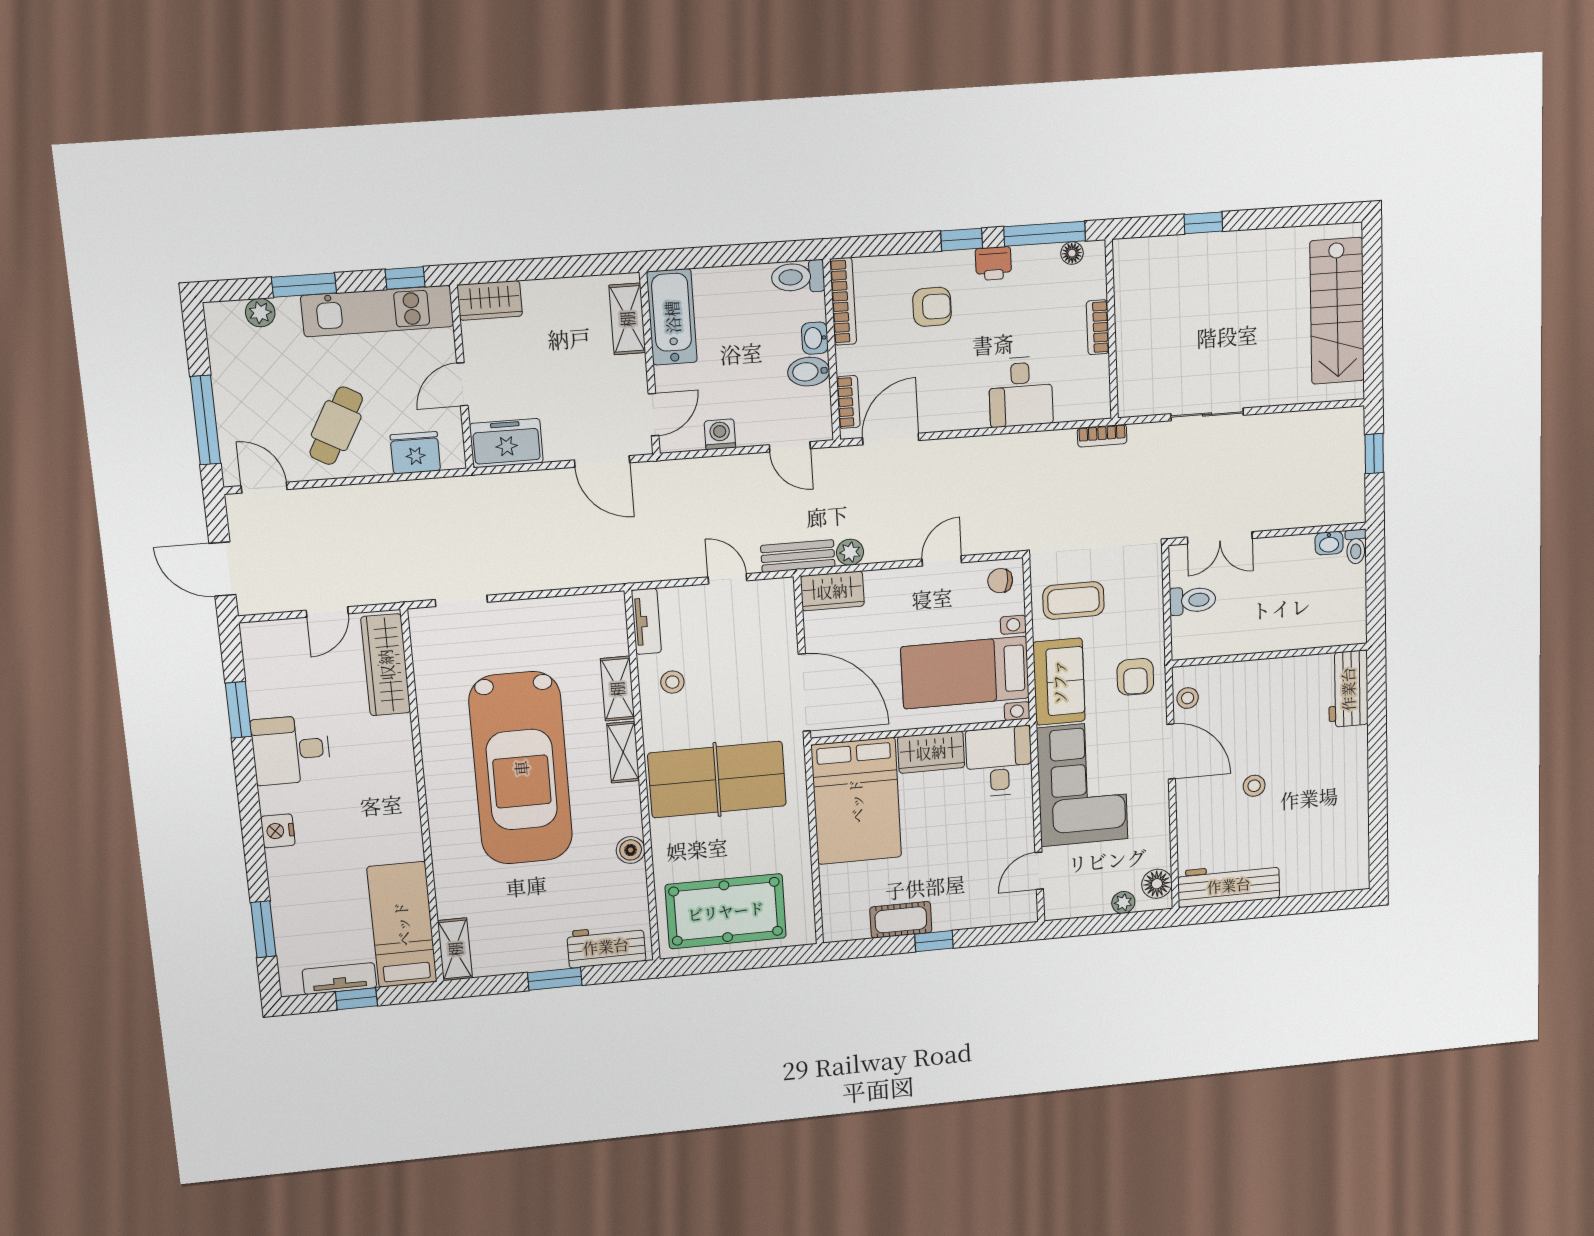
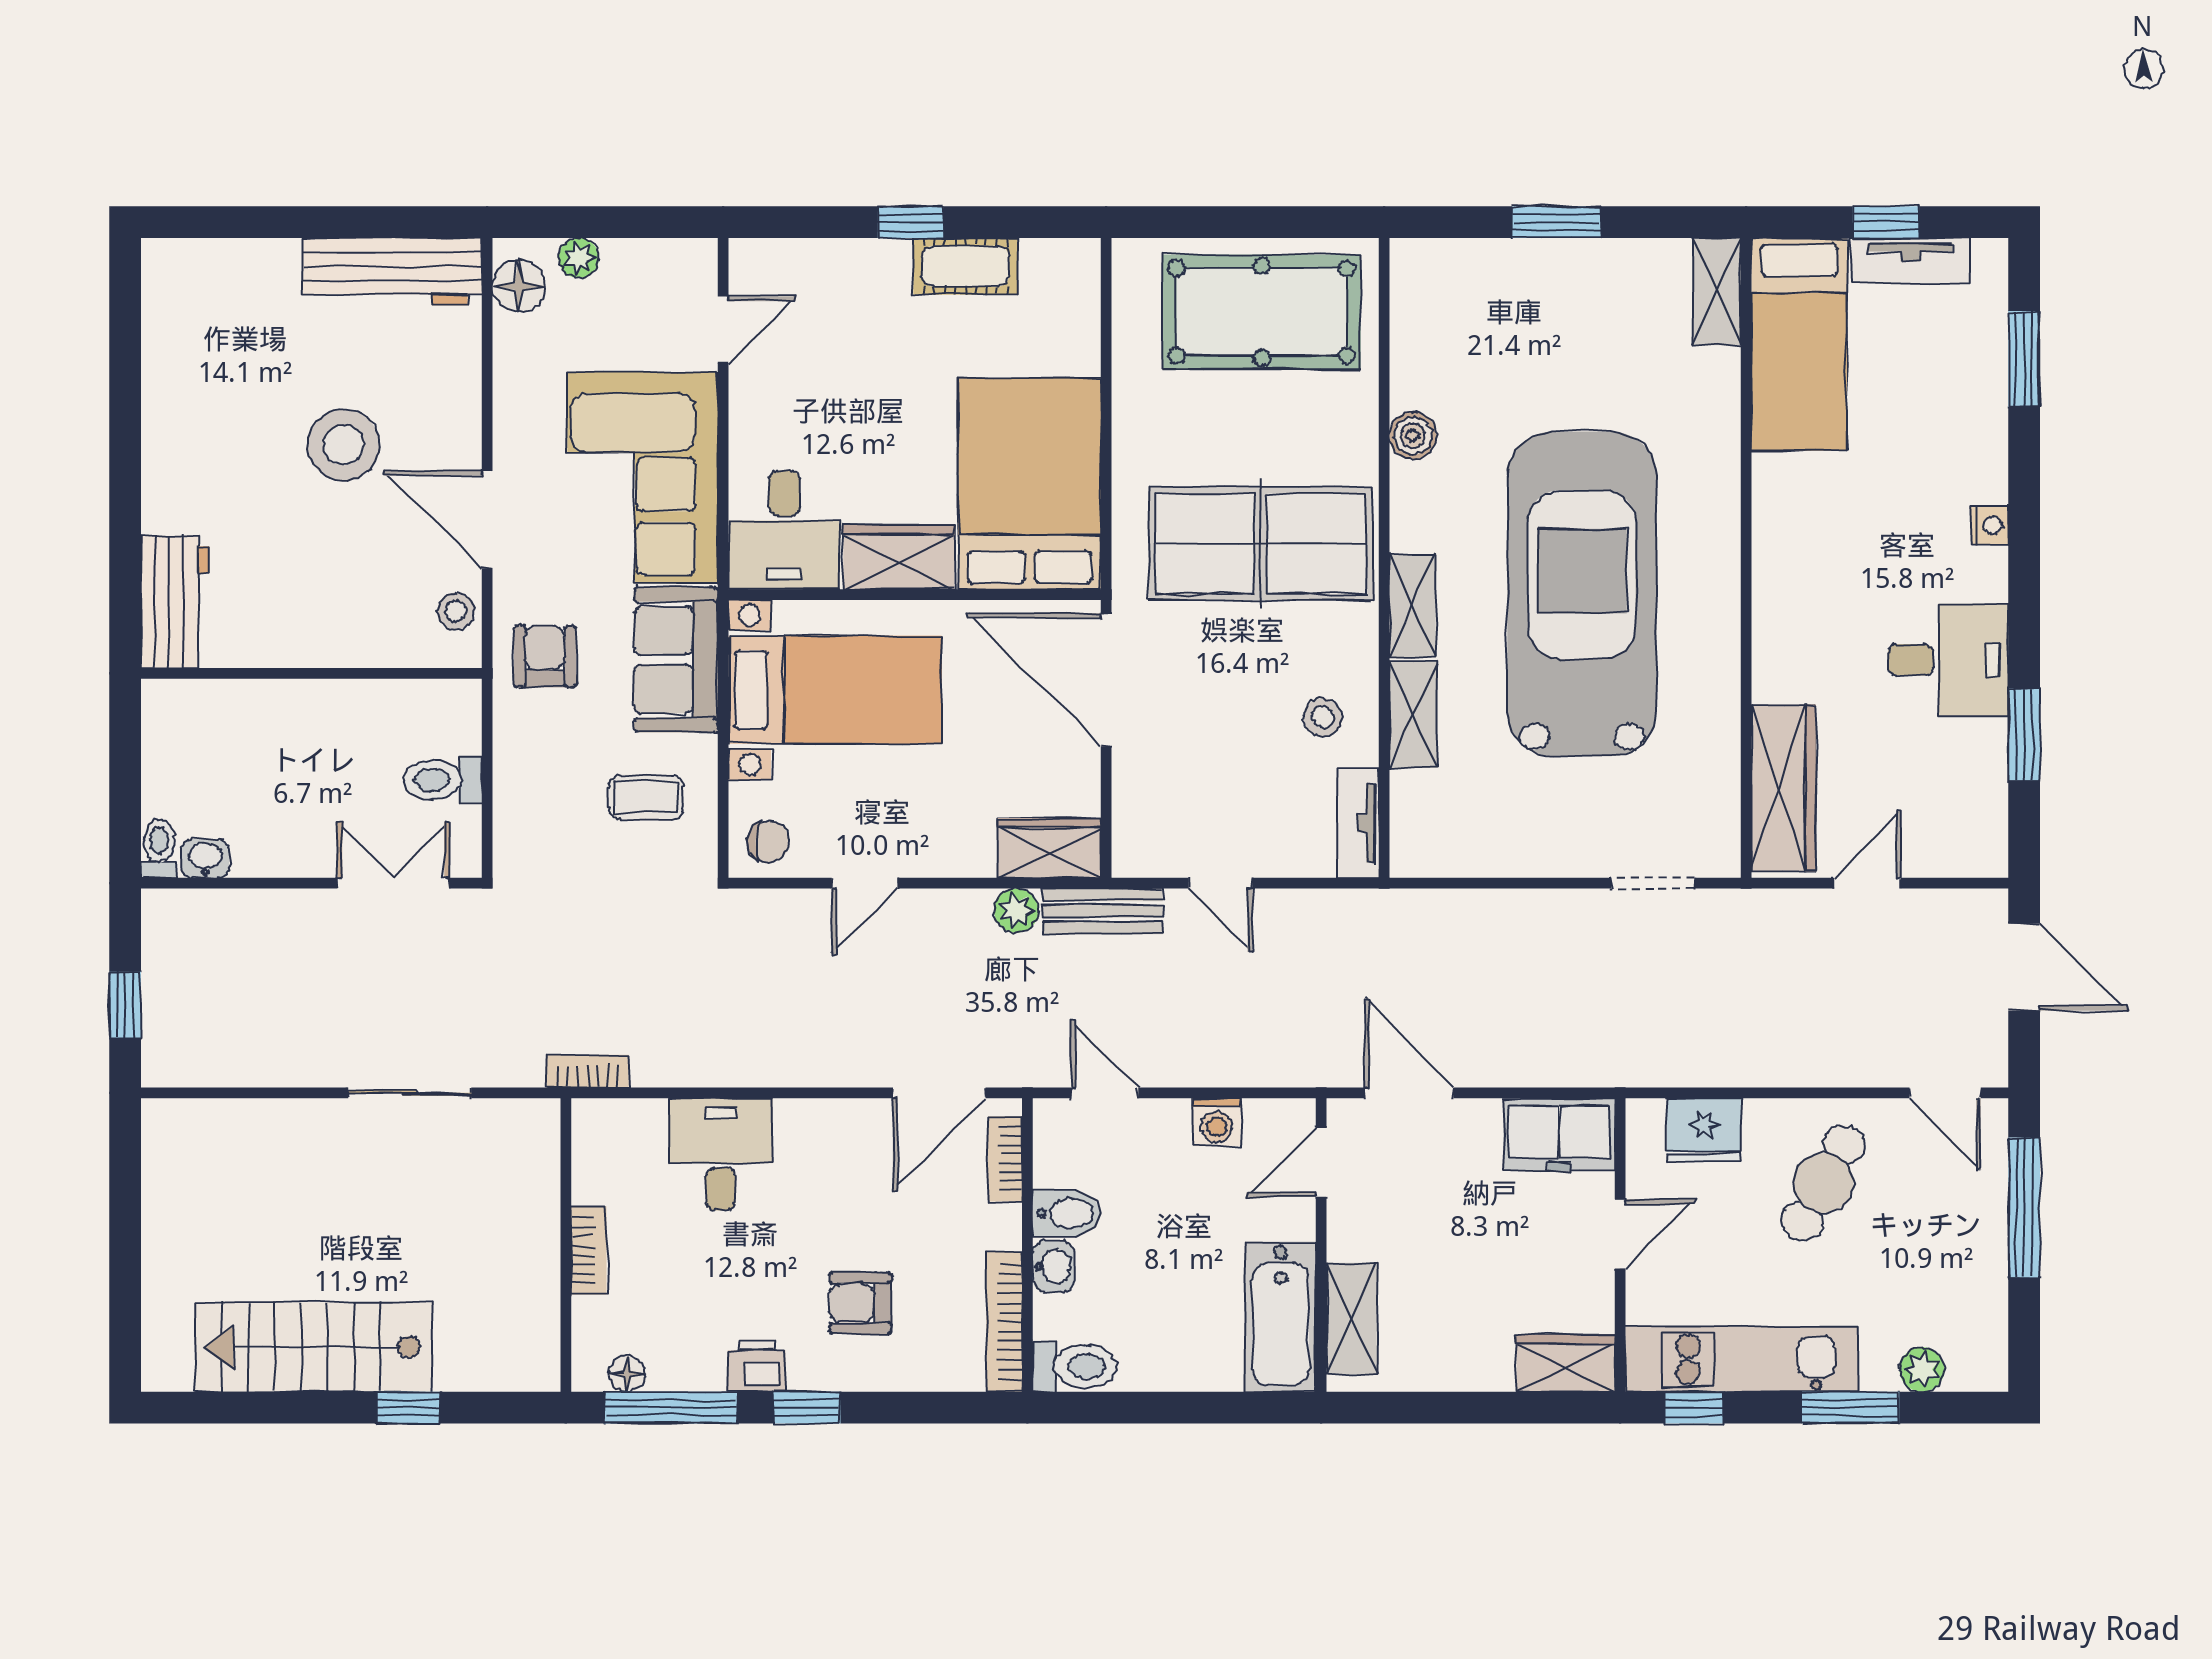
stairs: (1337, 311) -> (314, 1347), moved, turned -90
coffee table: (1073, 601) -> (646, 797), width x0.73, depth x0.77
stool: (1254, 786) -> (344, 445), width x1.89, depth x1.89
nightstand: (278, 831) -> (1990, 525), width x0.72, depth x0.74
workbench: (606, 946) -> (1466, 271), removed

